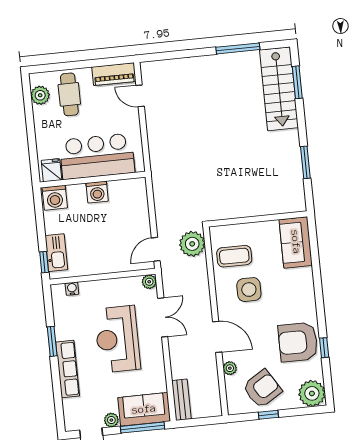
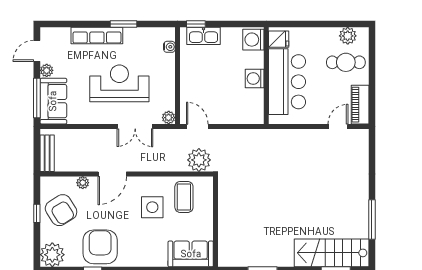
bench: (181, 400) -> (47, 153), moved, turned 90

